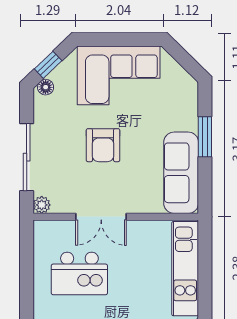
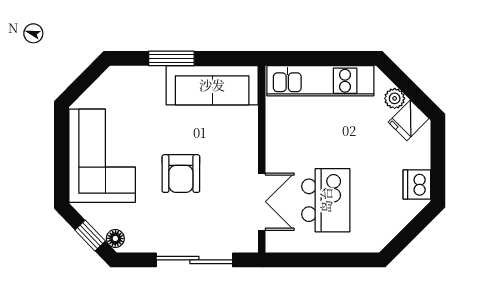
armchair: (103, 145) -> (181, 174), turned 90
plant: (42, 205) -> (248, 243), removed
double door: (101, 217) -> (262, 202), moved

